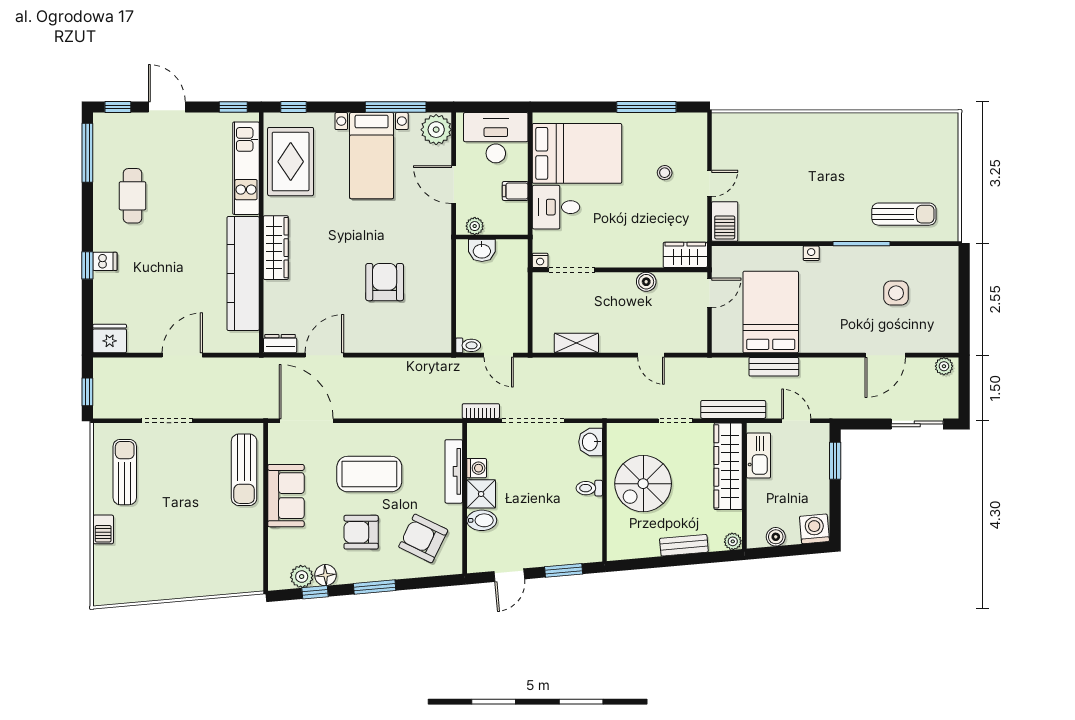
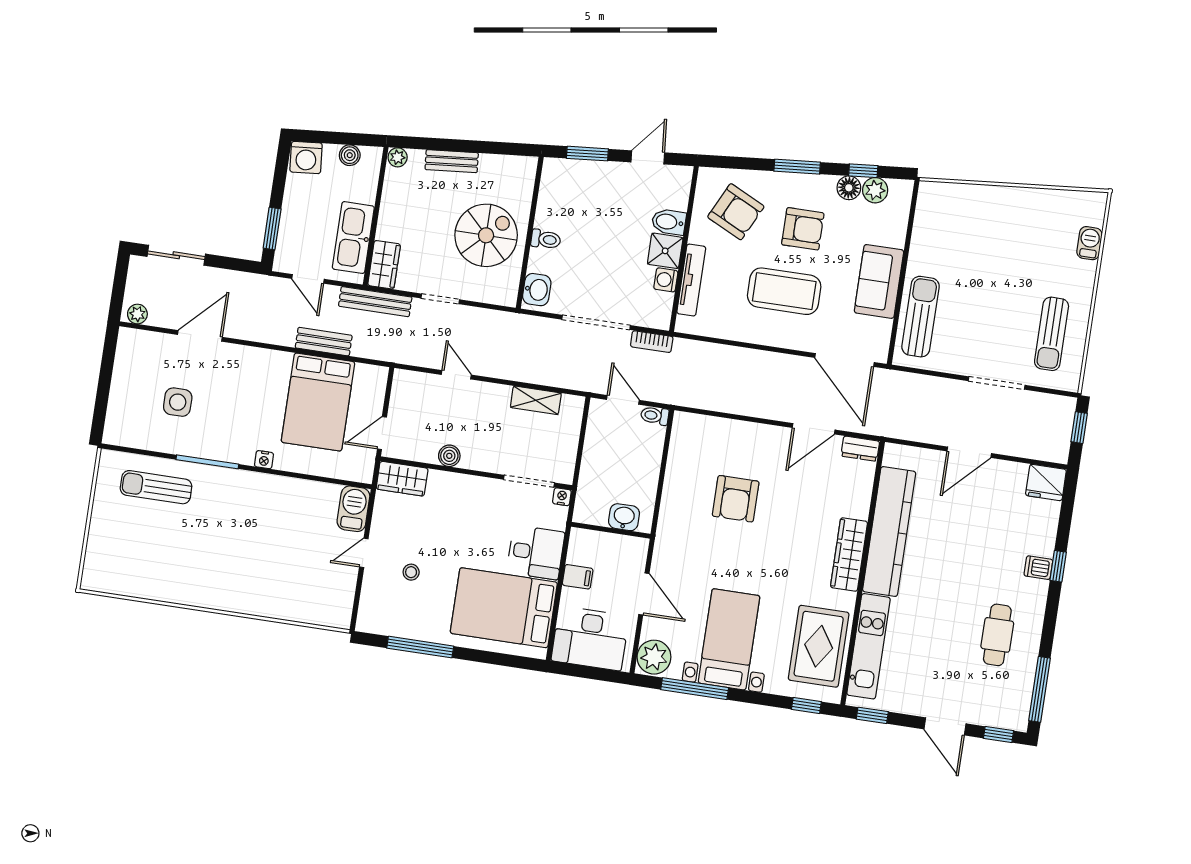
plant: (475, 226) -> (628, 545), removed
kitchen sink: (759, 455) -> (353, 238), width x1.36, depth x1.24
wardrobe: (728, 466) -> (384, 265), width x0.48, depth x0.85
barbecue: (103, 529) -> (1089, 243), moved

